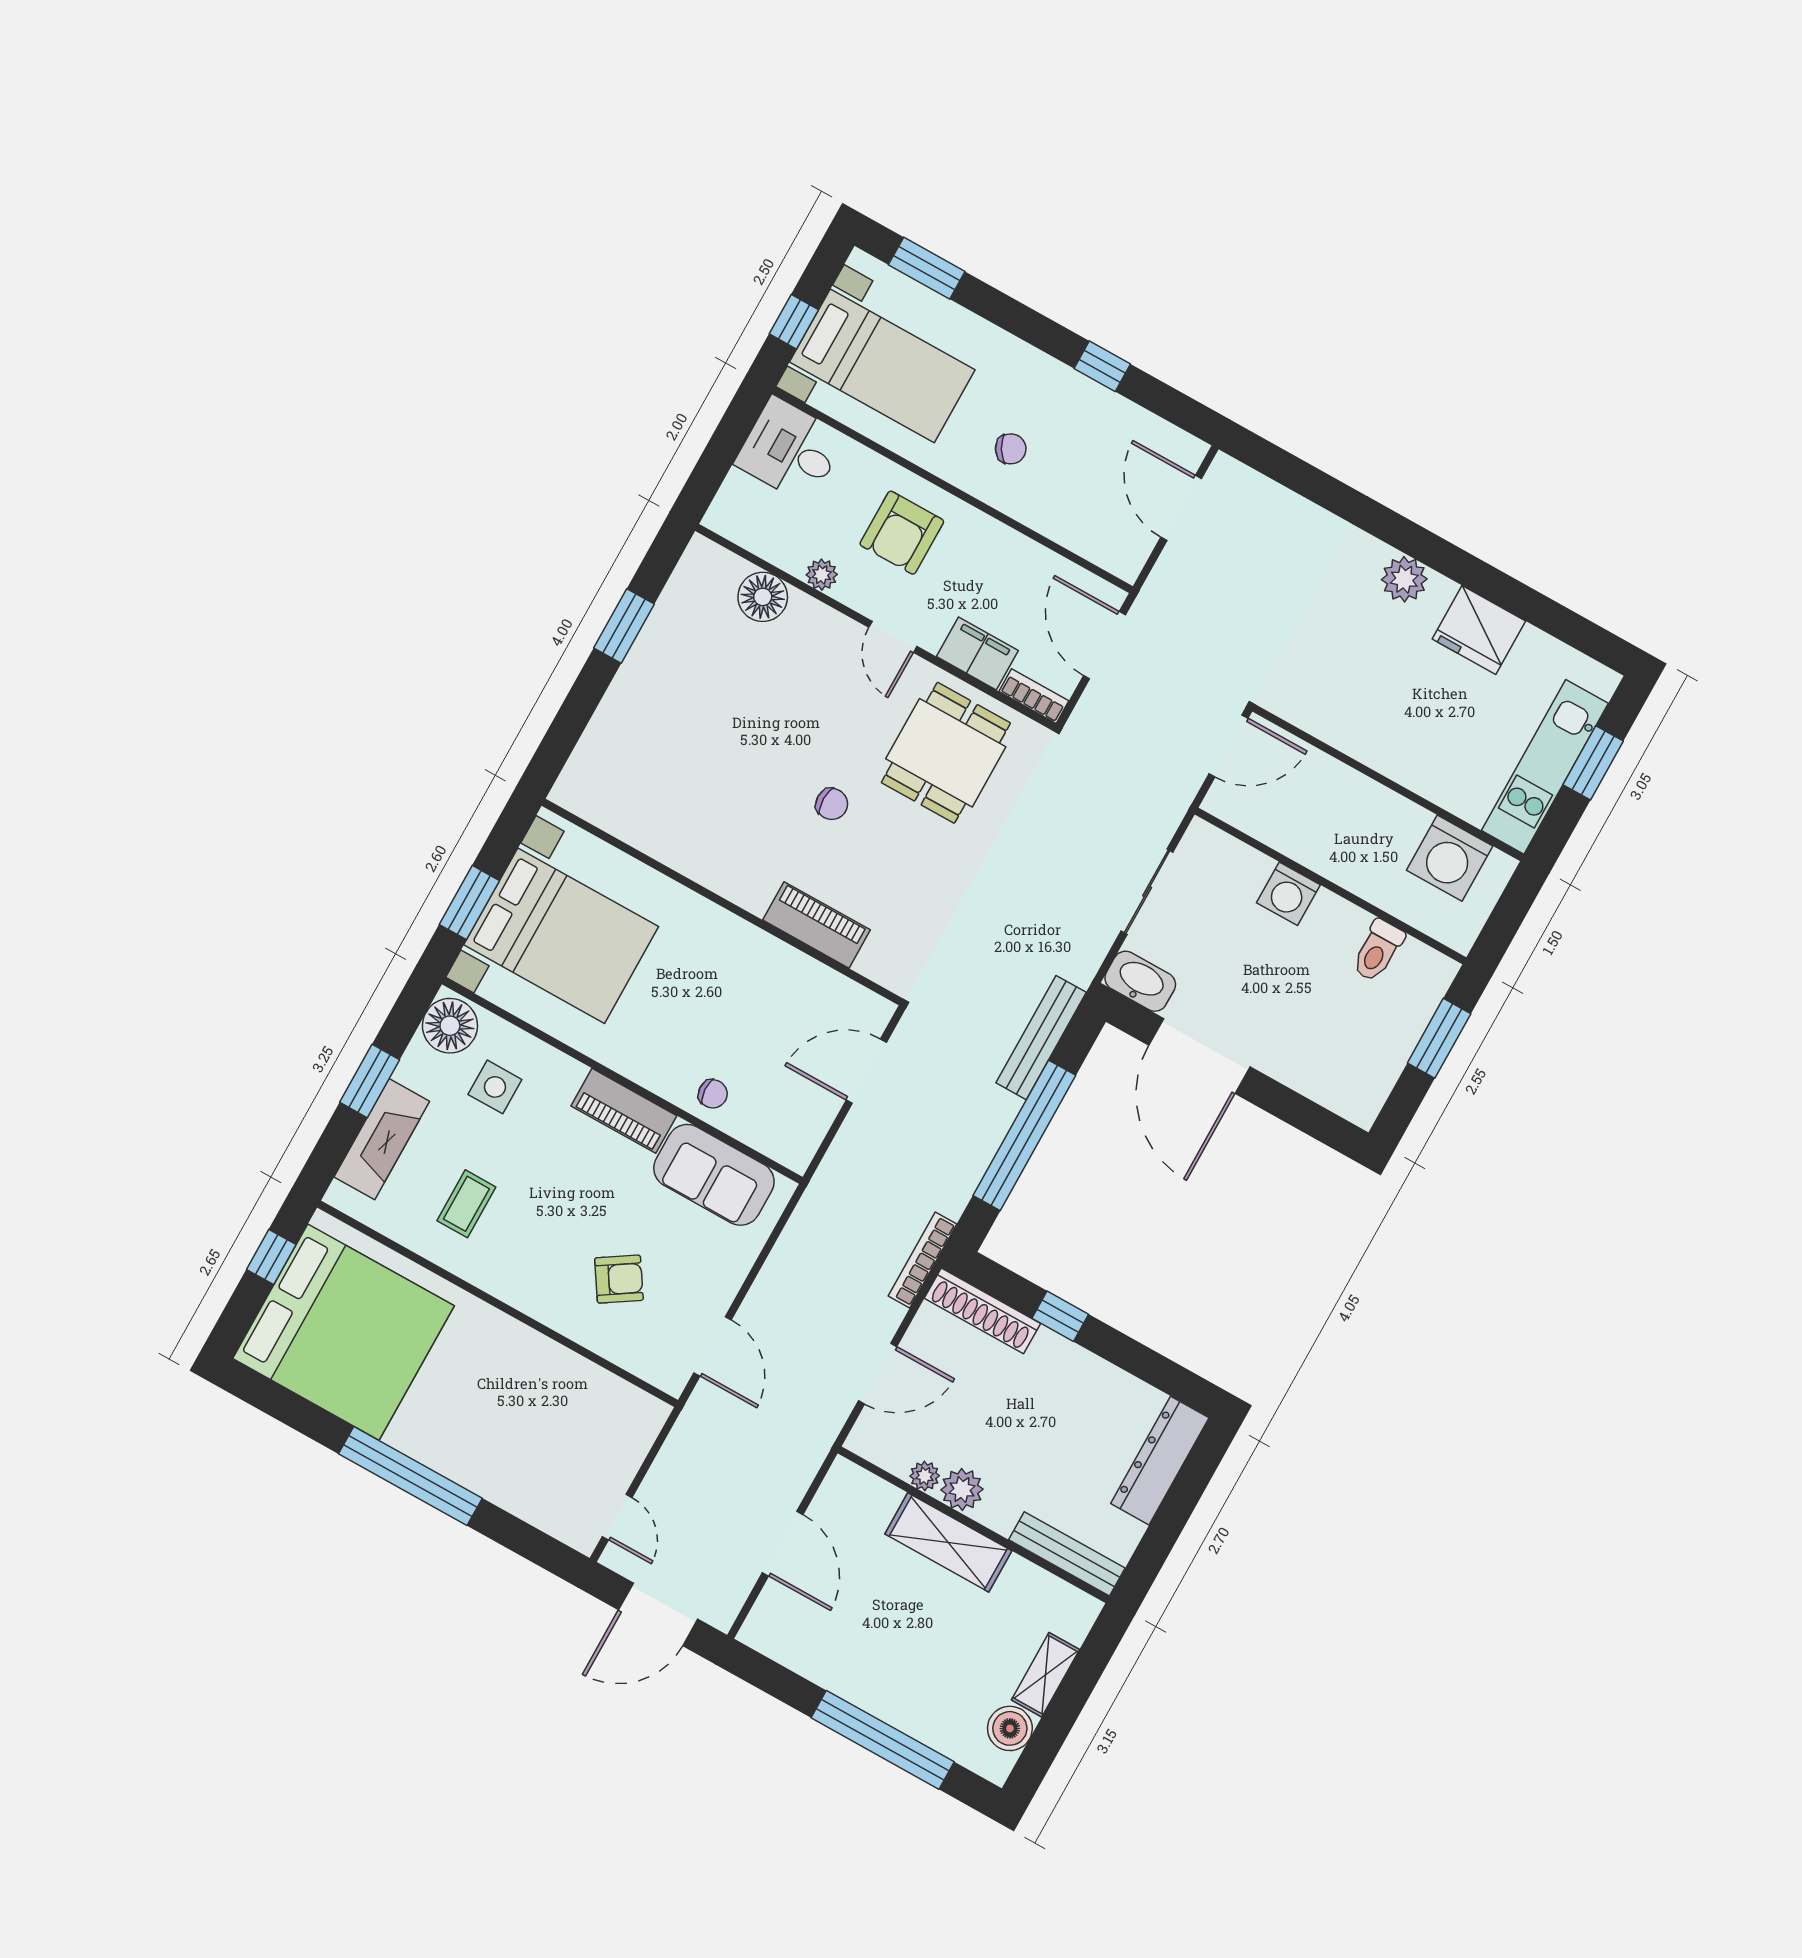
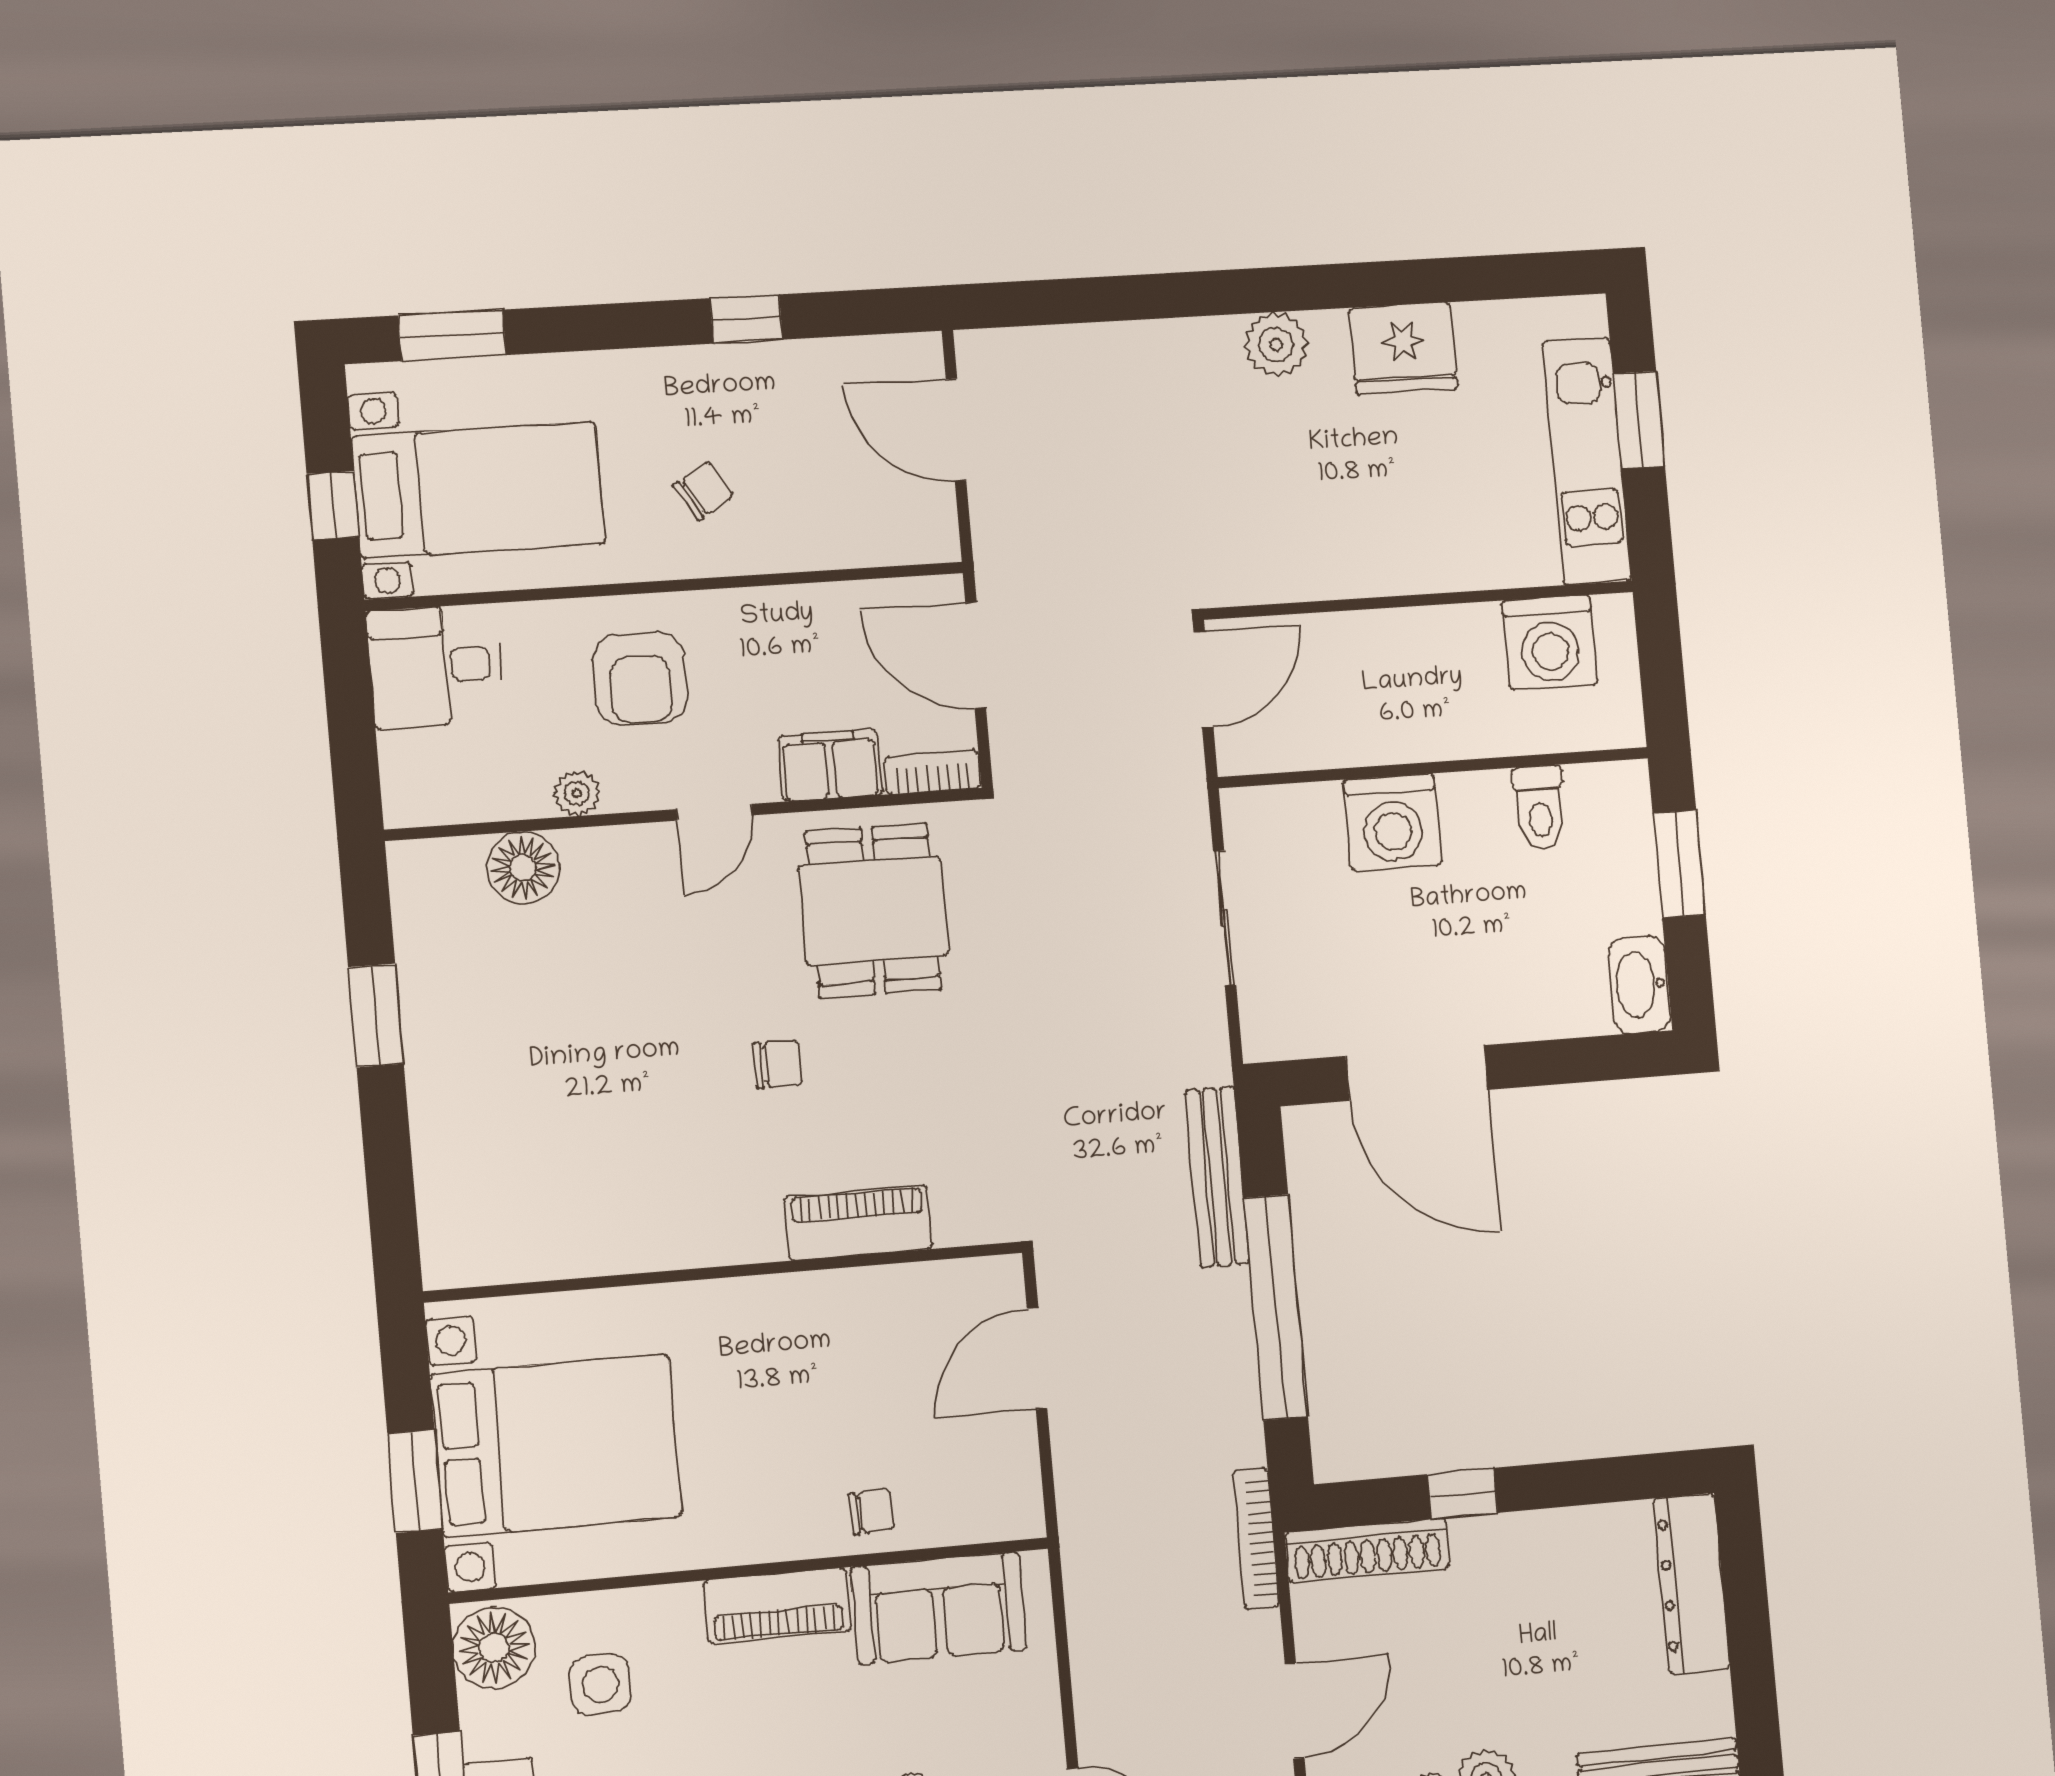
door: (893, 637) -> (714, 812), hinge flipped
washing machine: (1288, 894) -> (1393, 822), width x1.37, depth x1.37
washbasin: (1140, 981) -> (1639, 985), moved, turned -90

